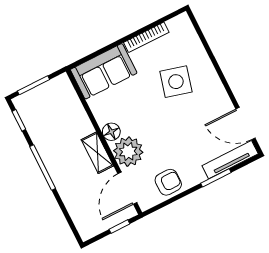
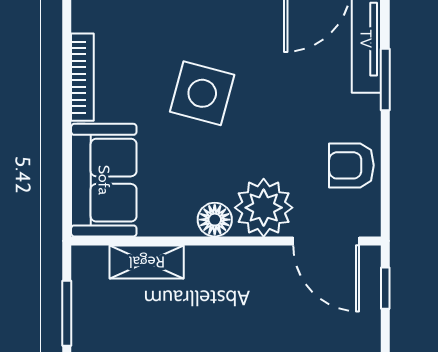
side table: (176, 82) -> (202, 93), moved
shelving: (97, 153) -> (147, 262), moved
armchair: (168, 182) -> (351, 165), turned -90

